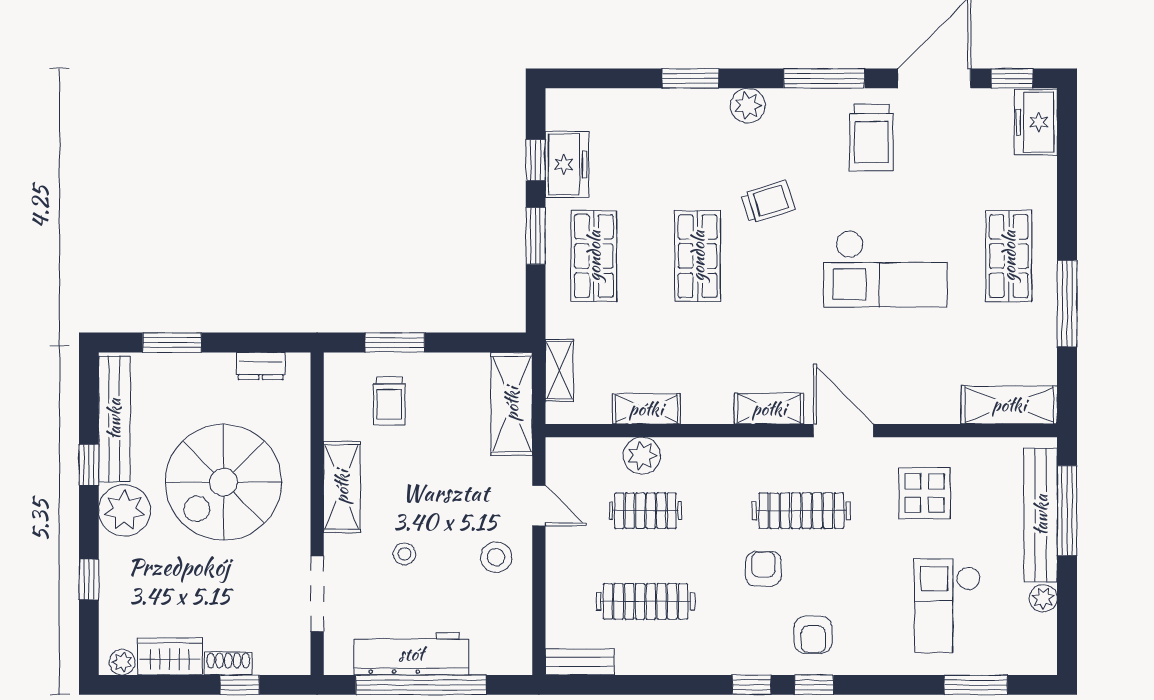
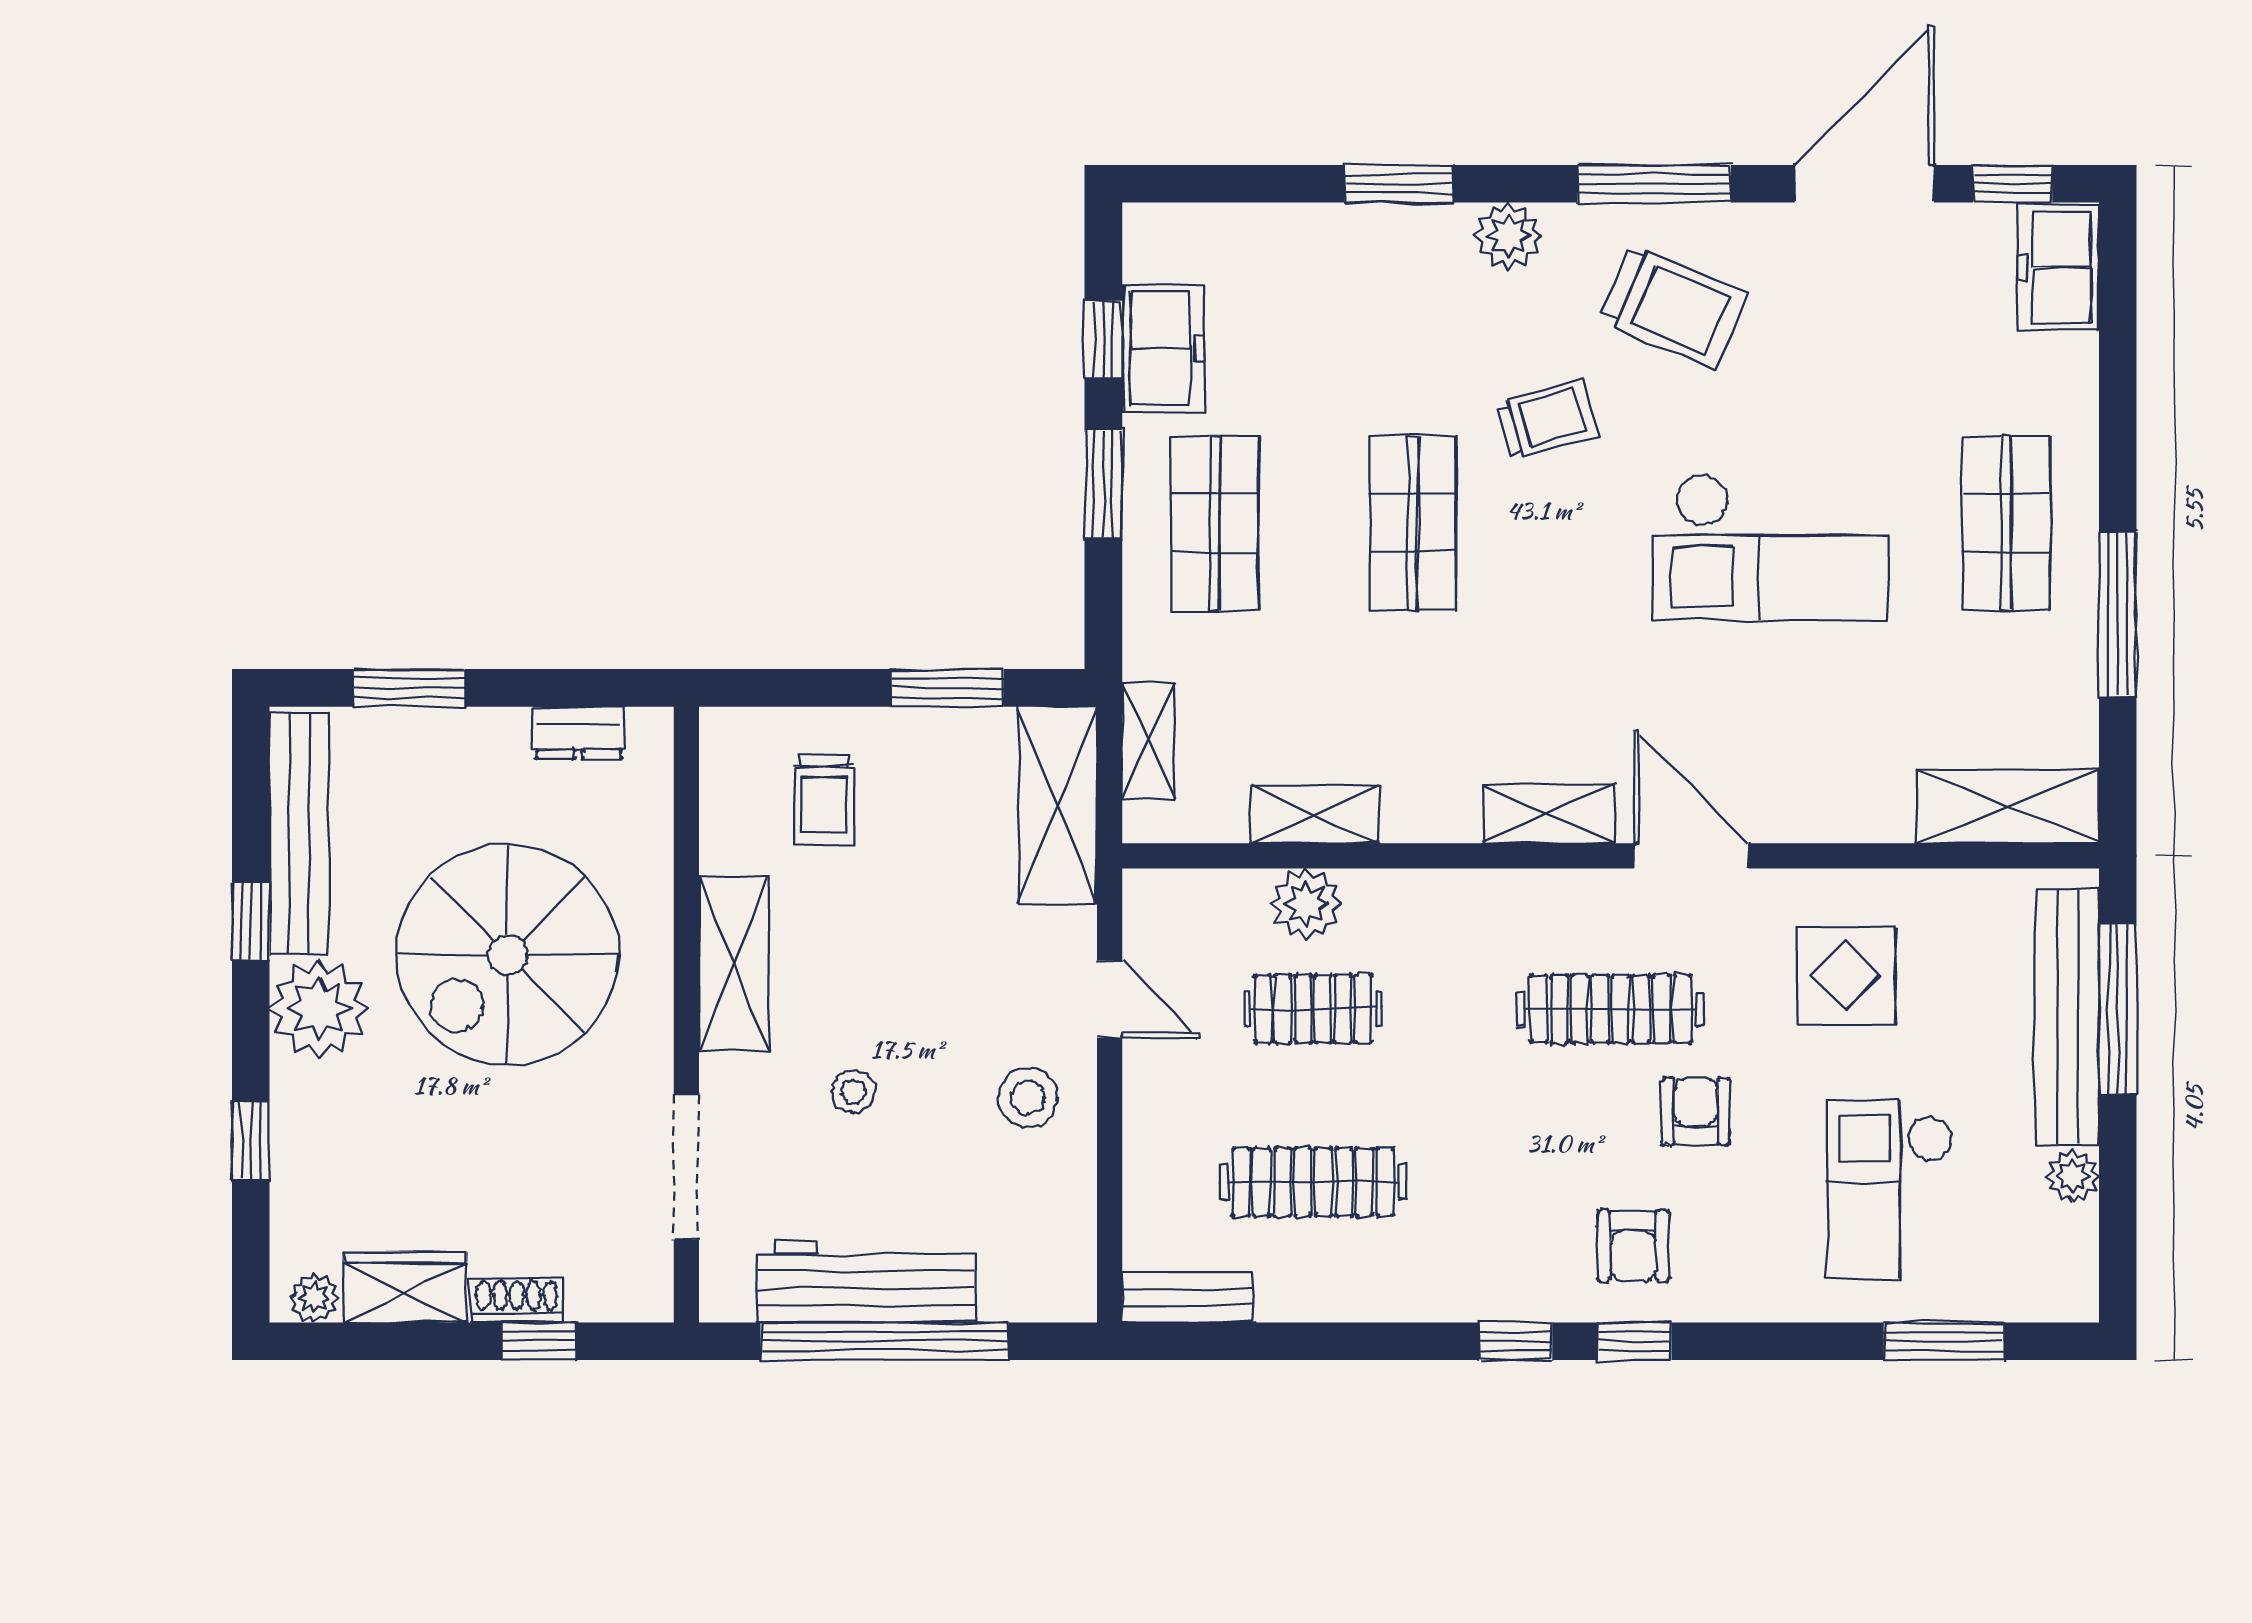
trolley: (872, 137) -> (1673, 307), moved, turned -67
window: (395, 342) -> (947, 688), moved
armchair: (763, 569) -> (1696, 1111), moved

